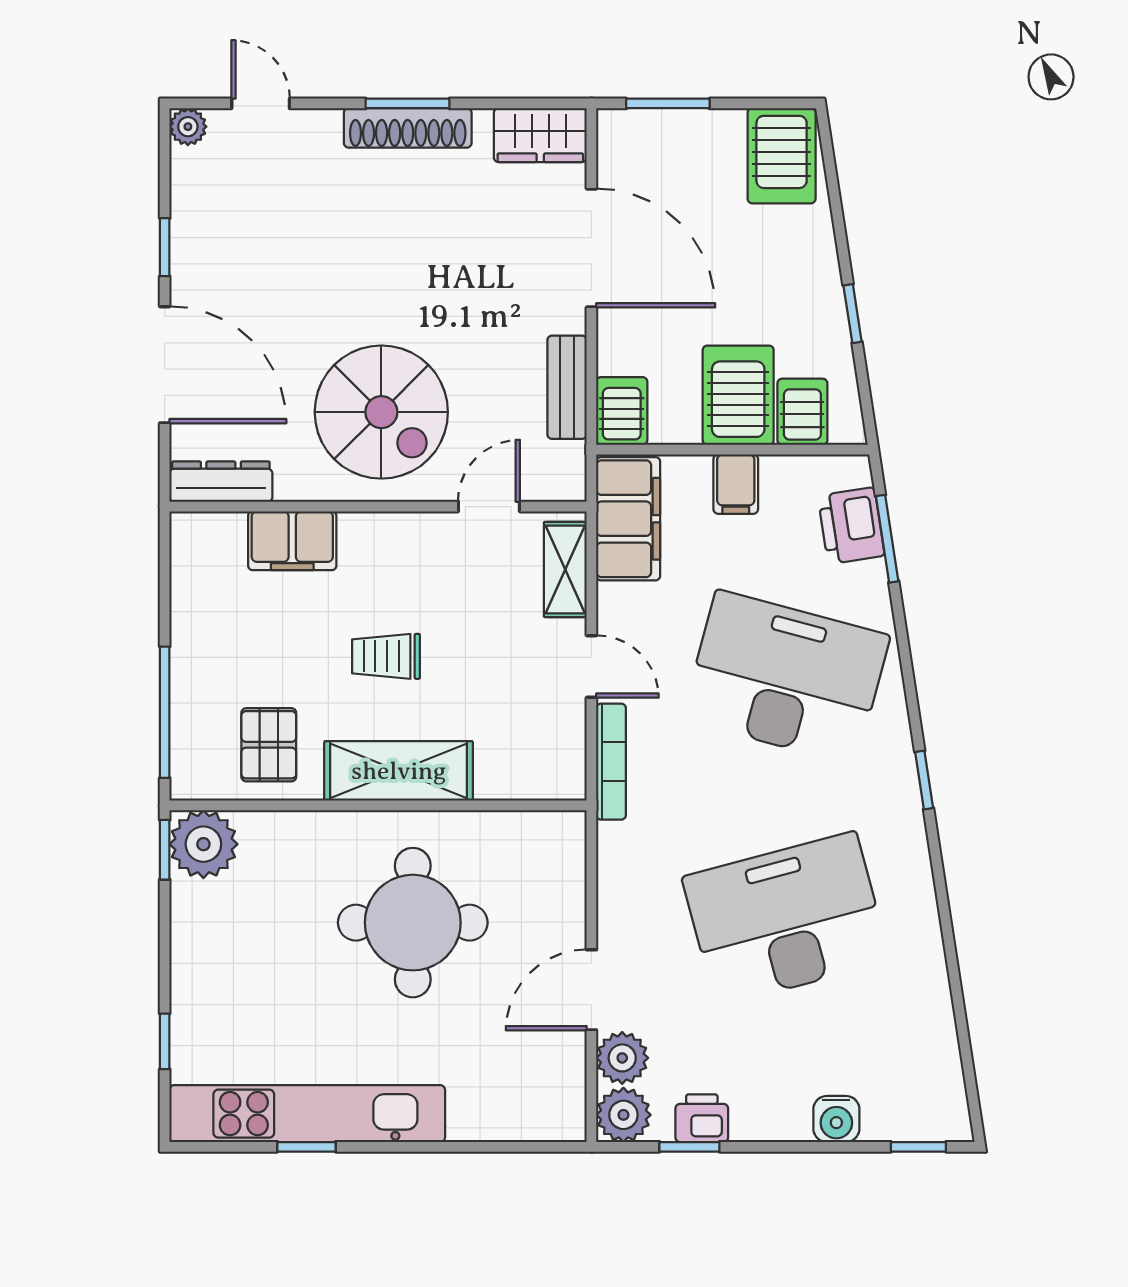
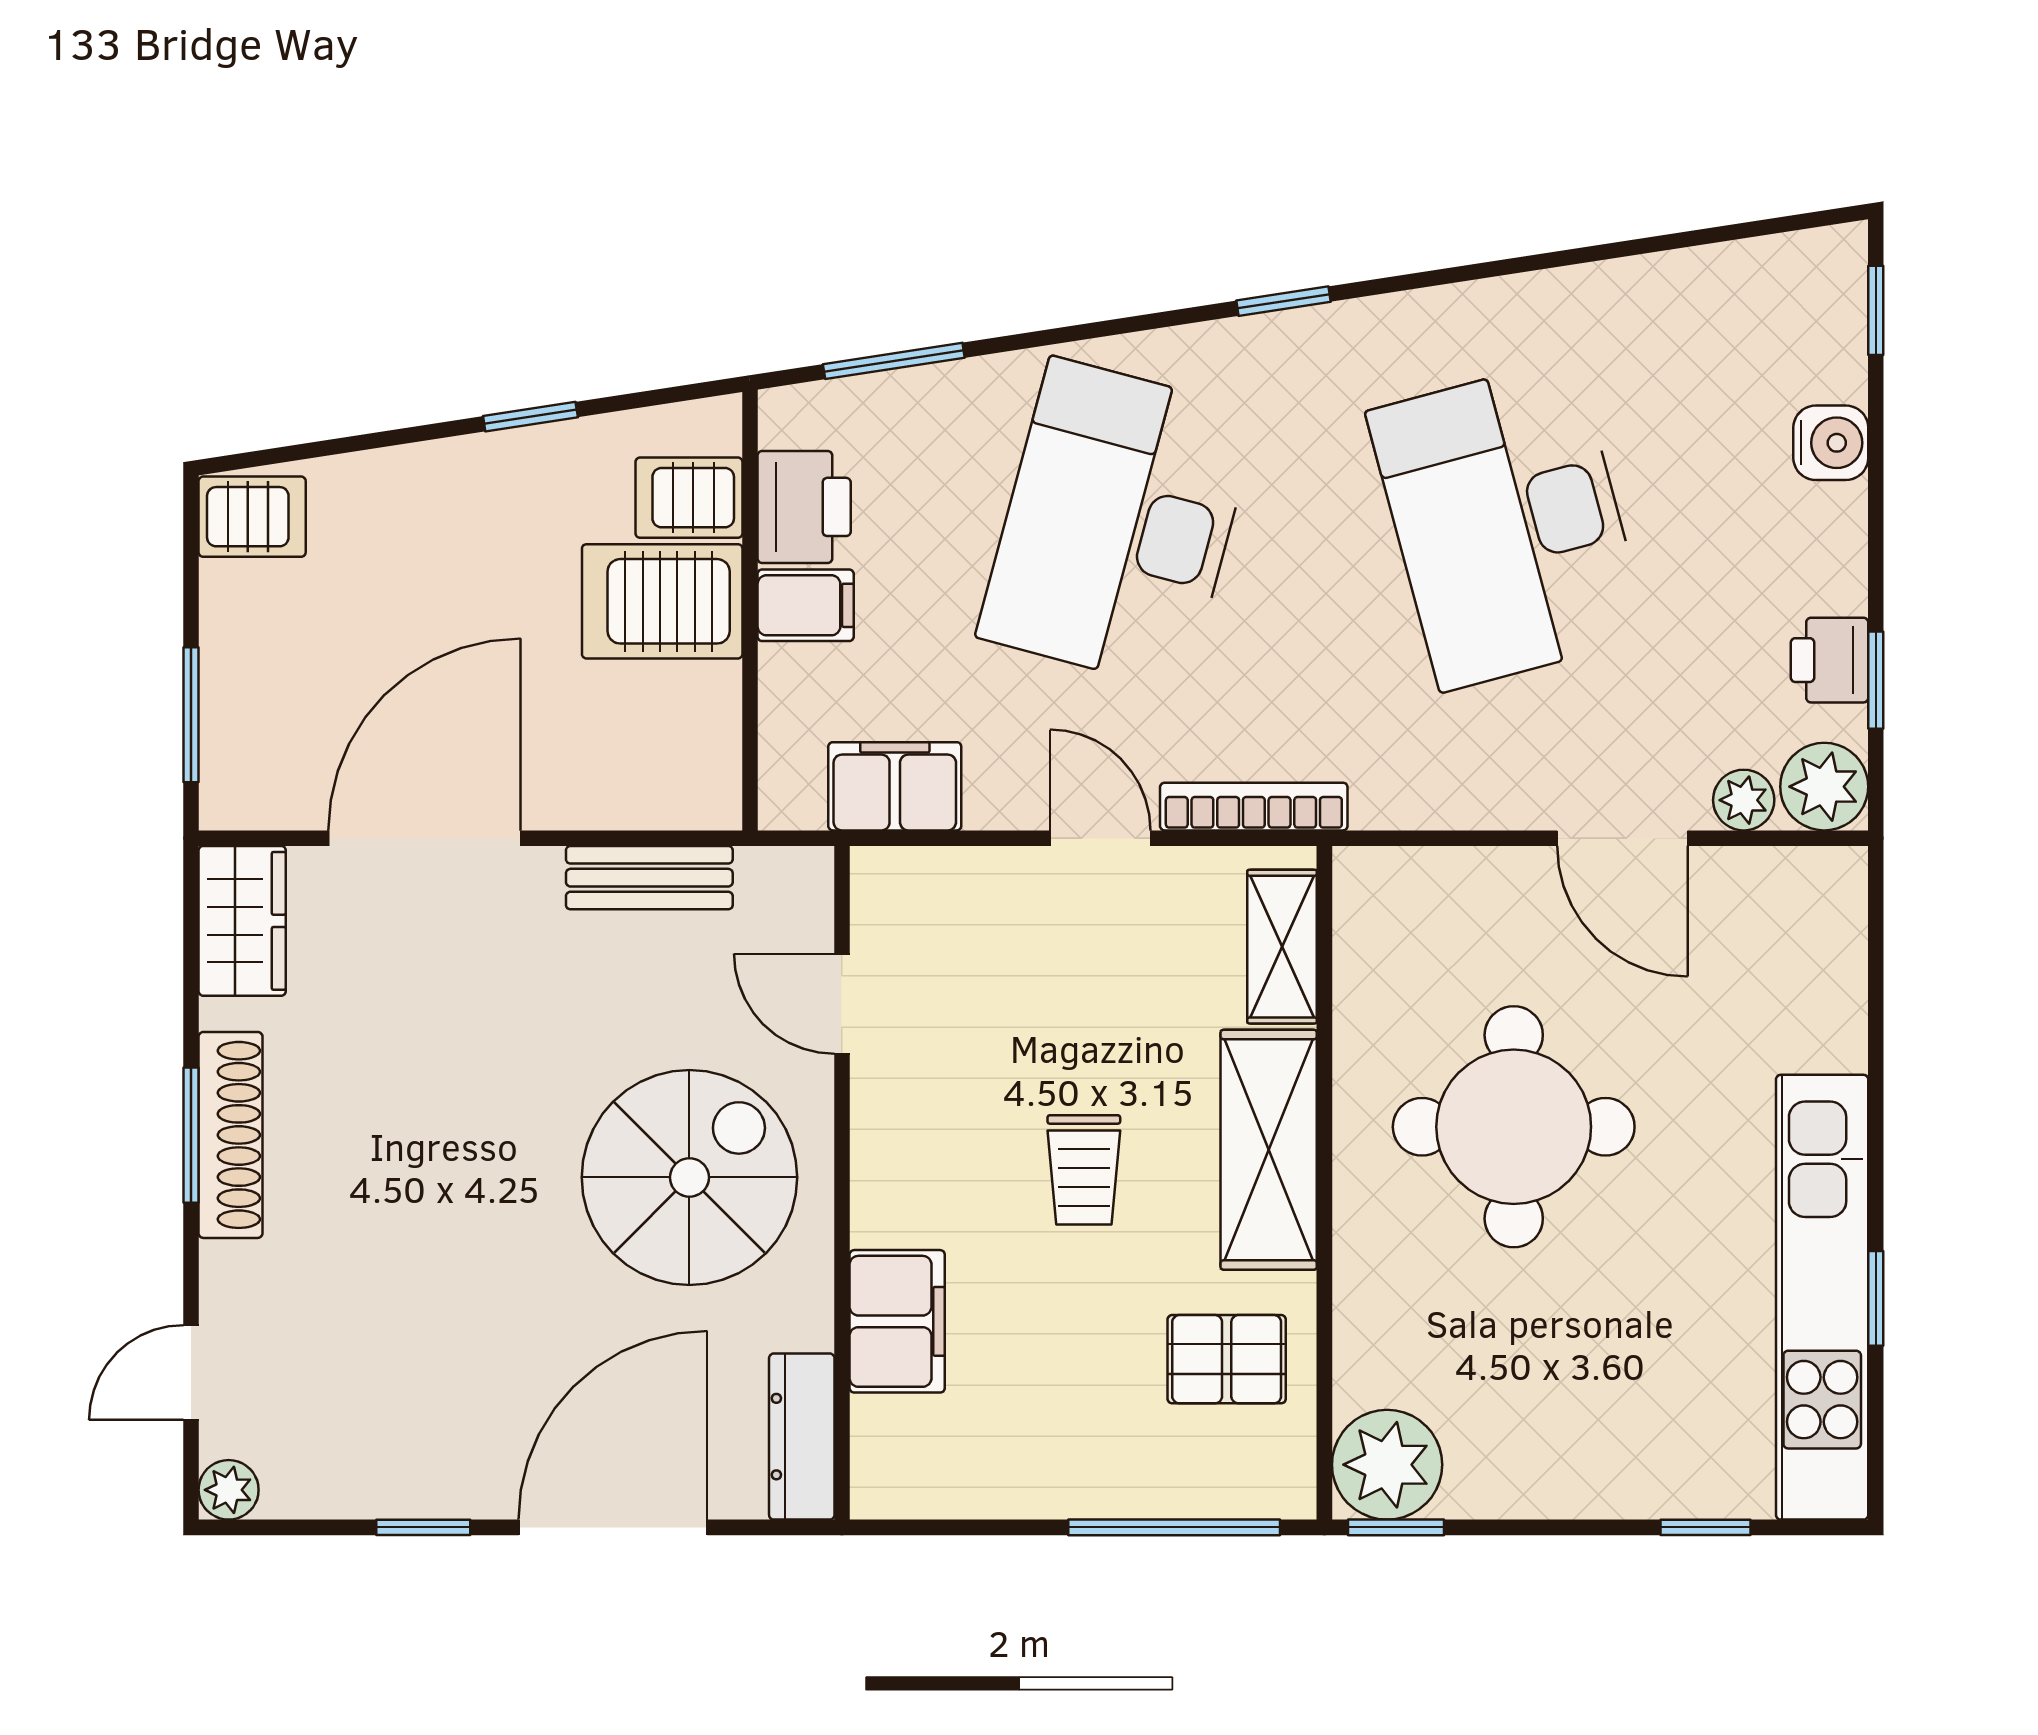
server rack: (782, 156) -> (252, 517), width x0.73, depth x0.70
server rack: (622, 411) -> (688, 789), removed
filing cabinet: (628, 519) -> (895, 786), width x0.67, depth x0.86
printer: (851, 526) -> (804, 507), moved, turned -81
shelving: (565, 569) -> (1282, 947), moved, turned 90
door: (591, 667) -> (1100, 838), hinge flipped
plant: (622, 1058) -> (1744, 800), width x0.73, depth x0.73

